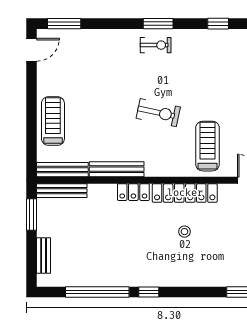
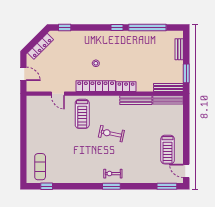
window: (218, 24) -> (76, 186), removed
door: (32, 50) -> (186, 171), hinge flipped
treadmill: (53, 121) -> (168, 150), moved

